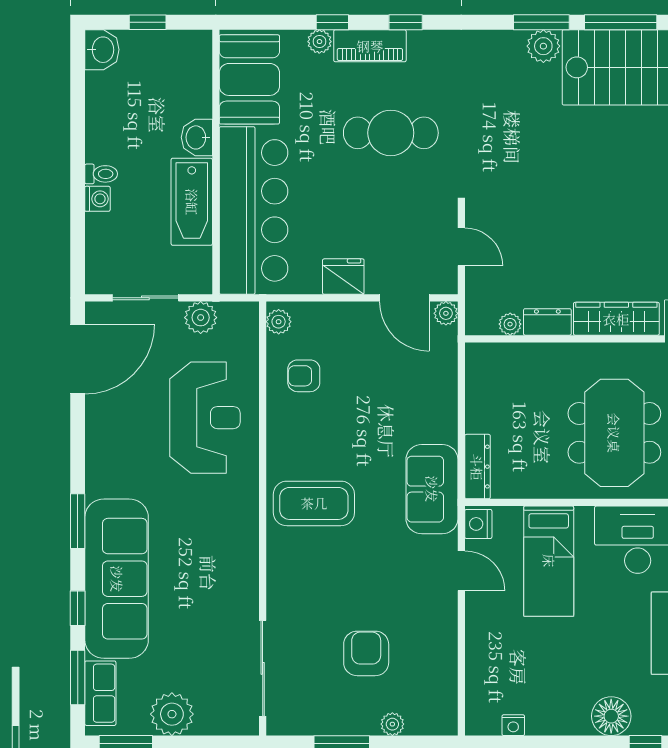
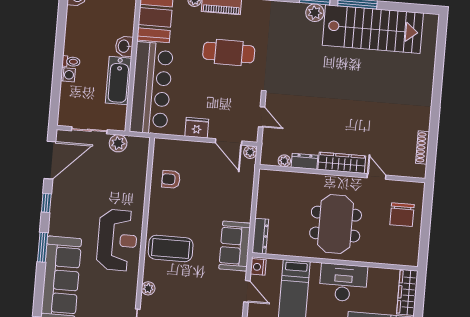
plant: (279, 322) -> (148, 288), moved
reception desk: (205, 418) -> (117, 240), moved
window: (78, 608) -> (46, 203), moved

